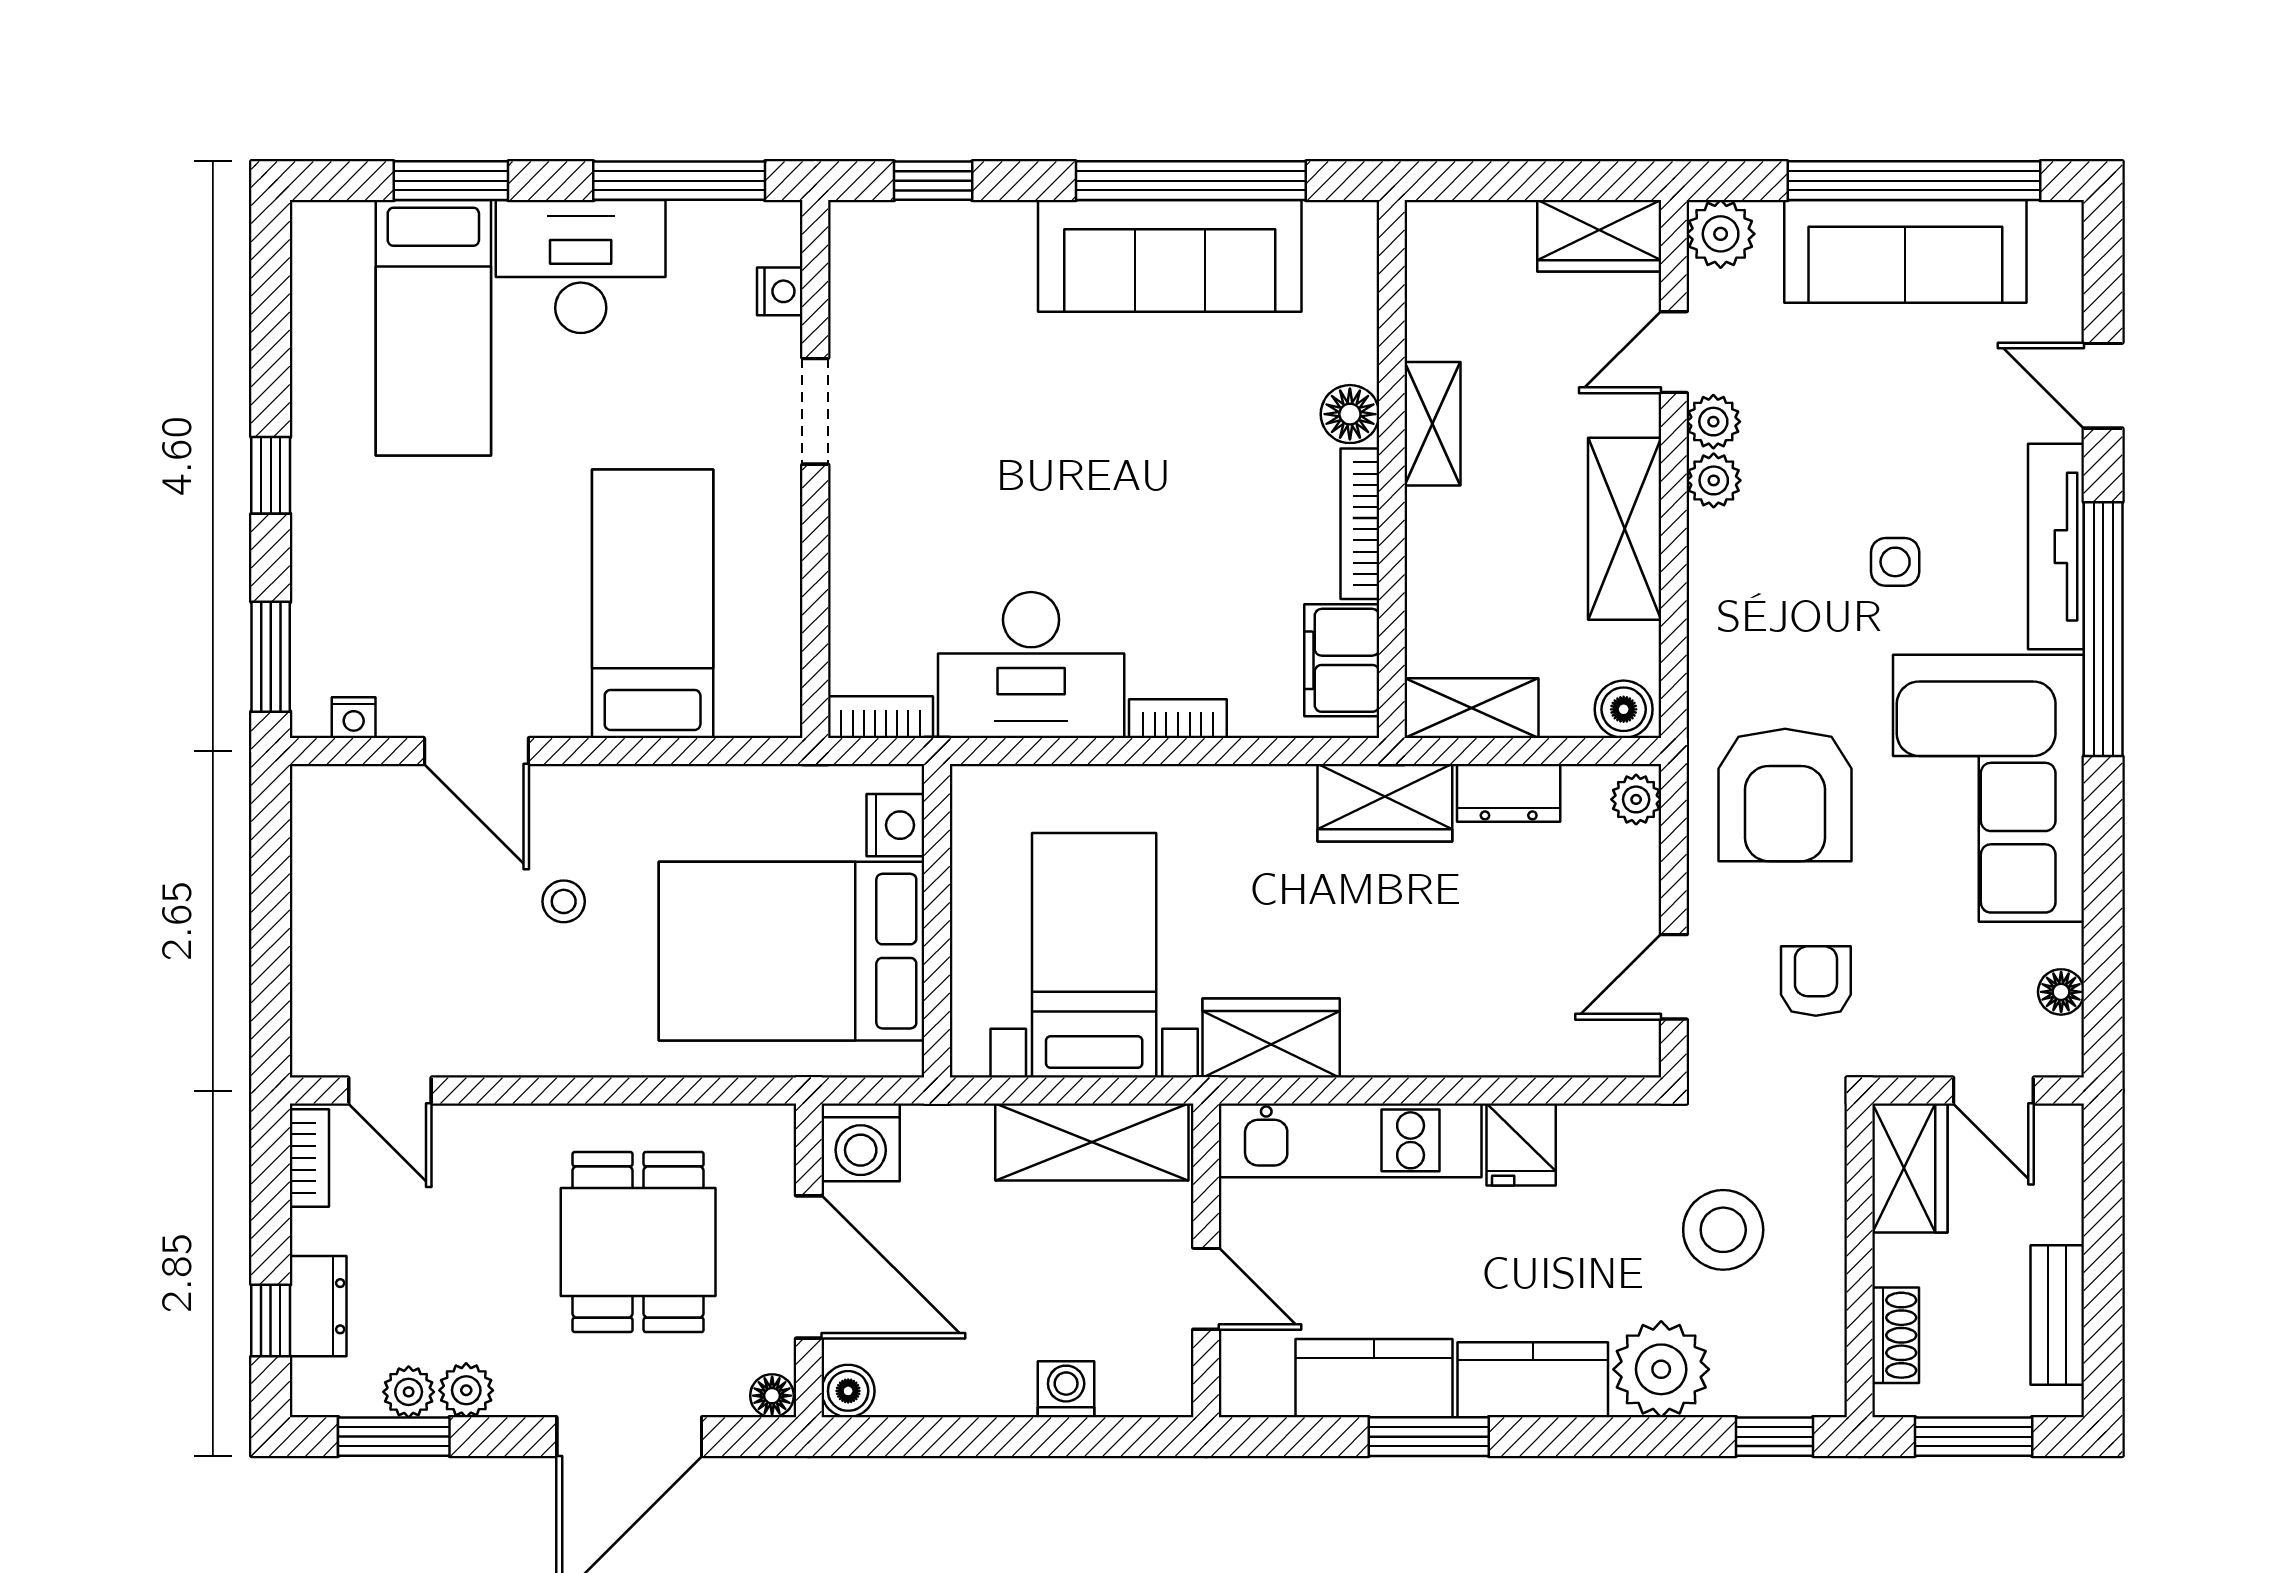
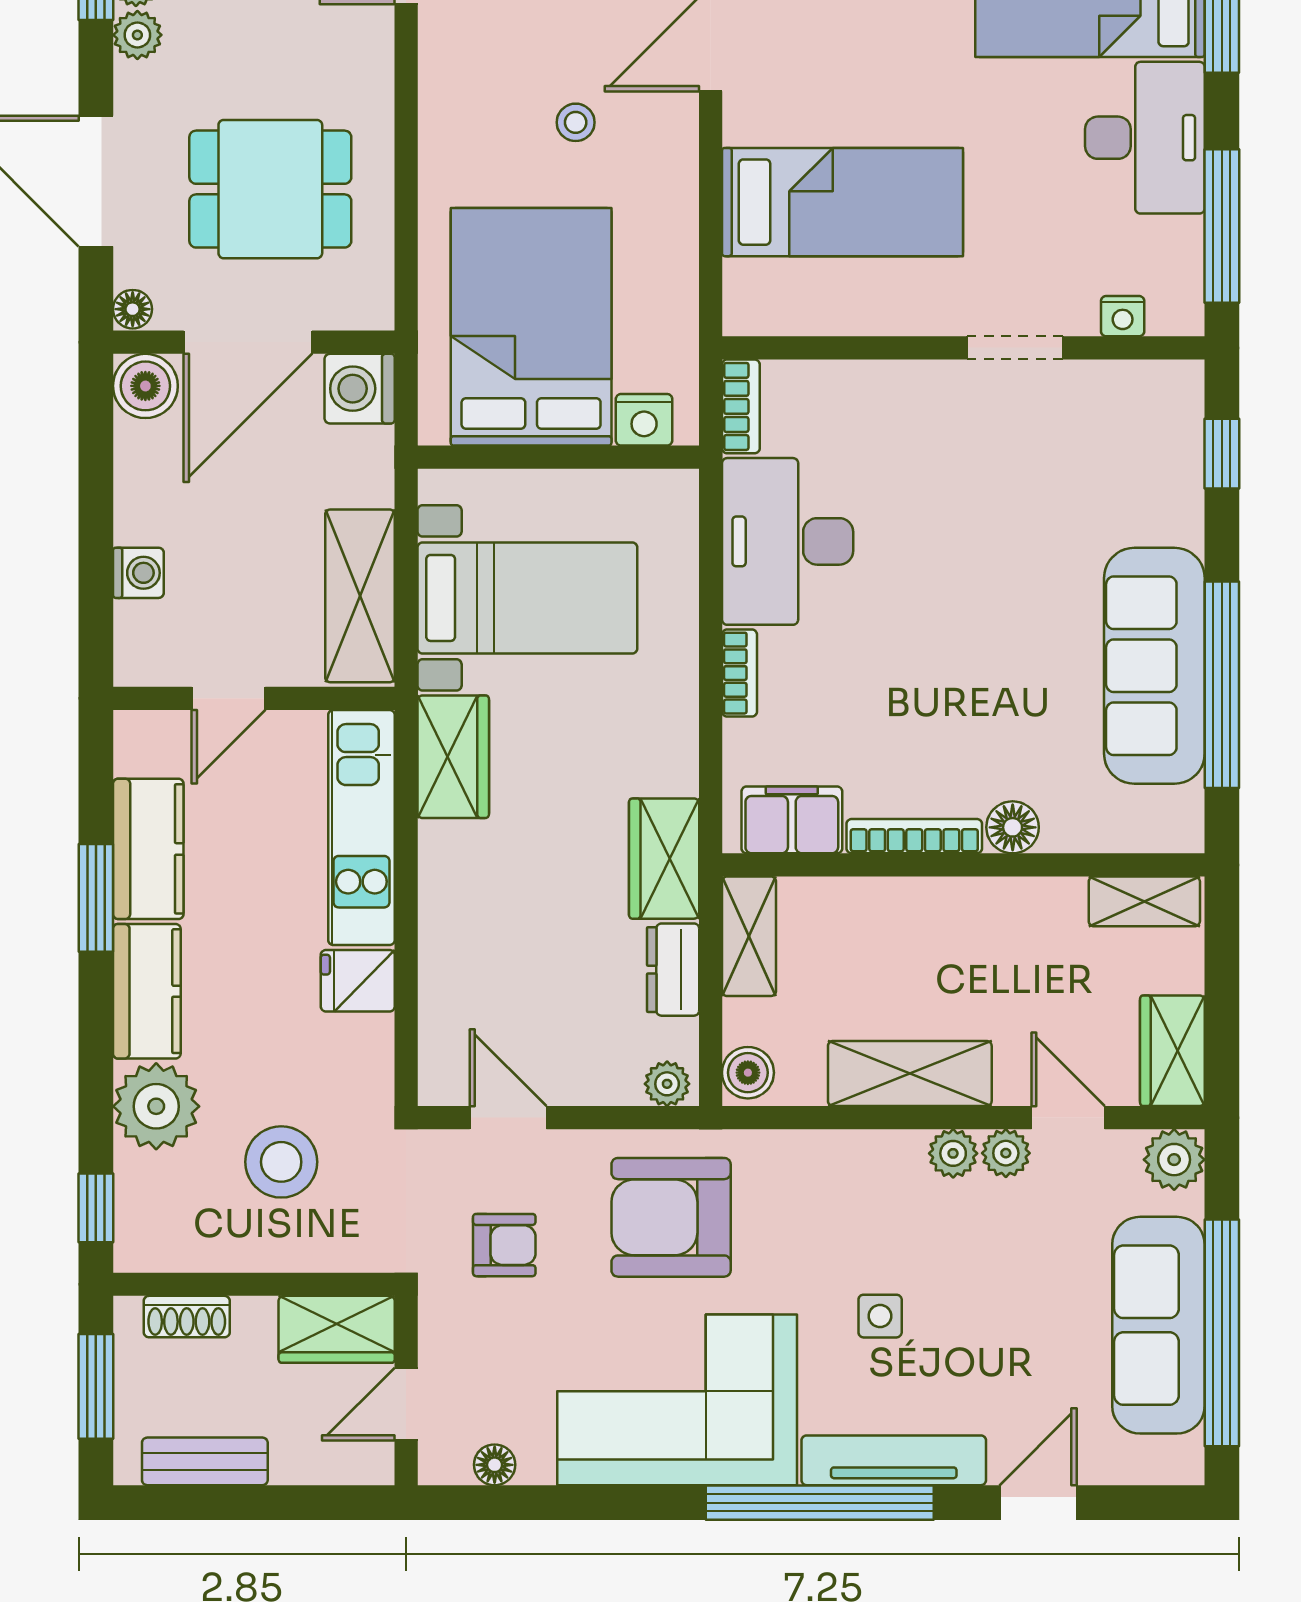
shelving: (1433, 424) -> (1144, 901), moved
boiler: (848, 1391) -> (145, 386), width x1.36, depth x1.36

